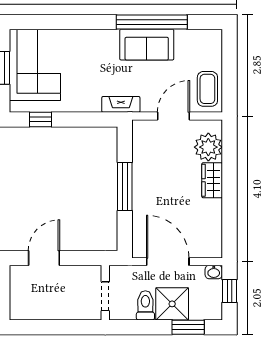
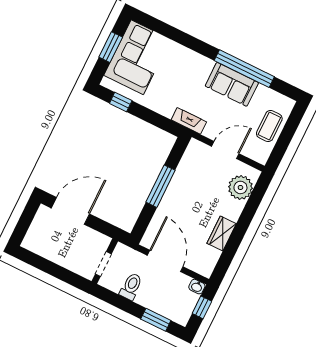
coffee table: (207, 89) -> (269, 126), moved
wardrobe: (212, 180) -> (222, 233), moved
door: (44, 258) -> (70, 211), width x1.36
shower: (172, 304) -> (152, 295), removed

